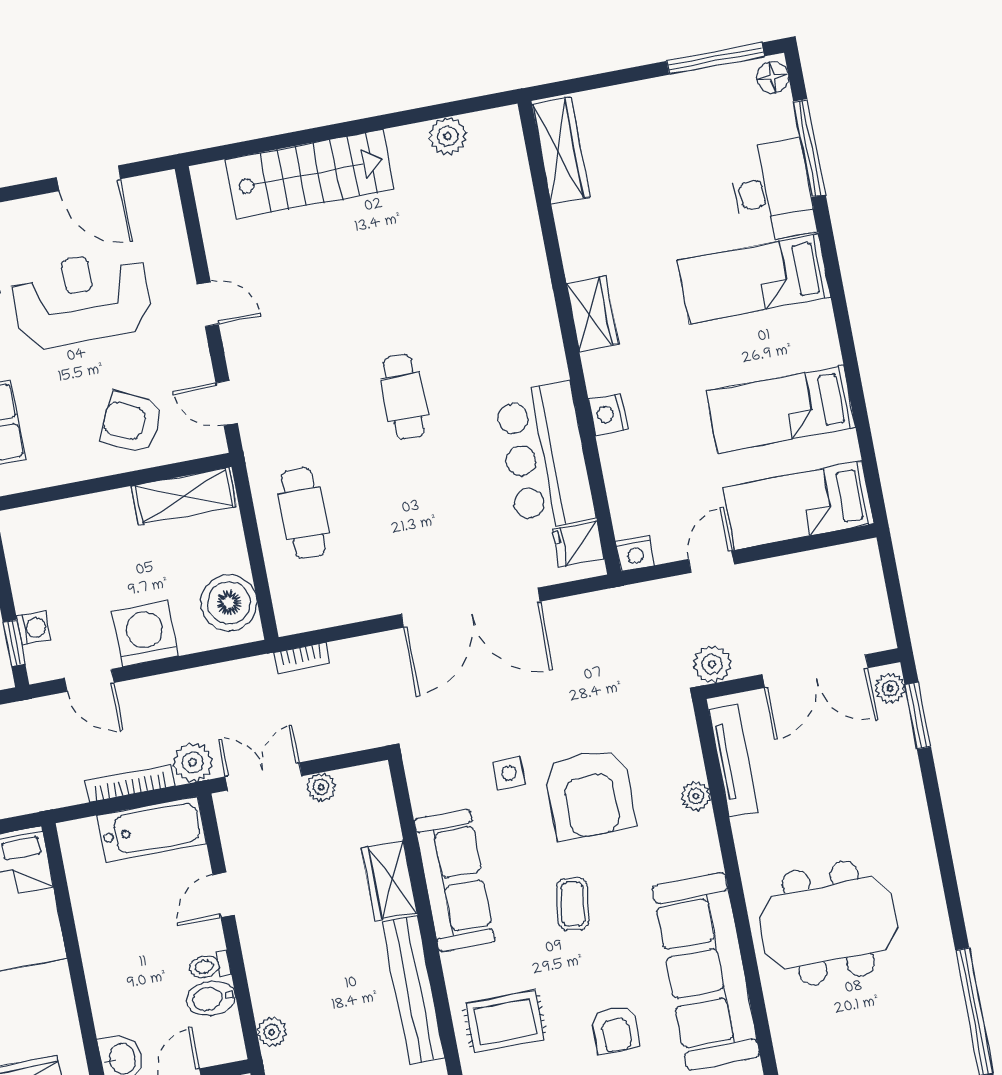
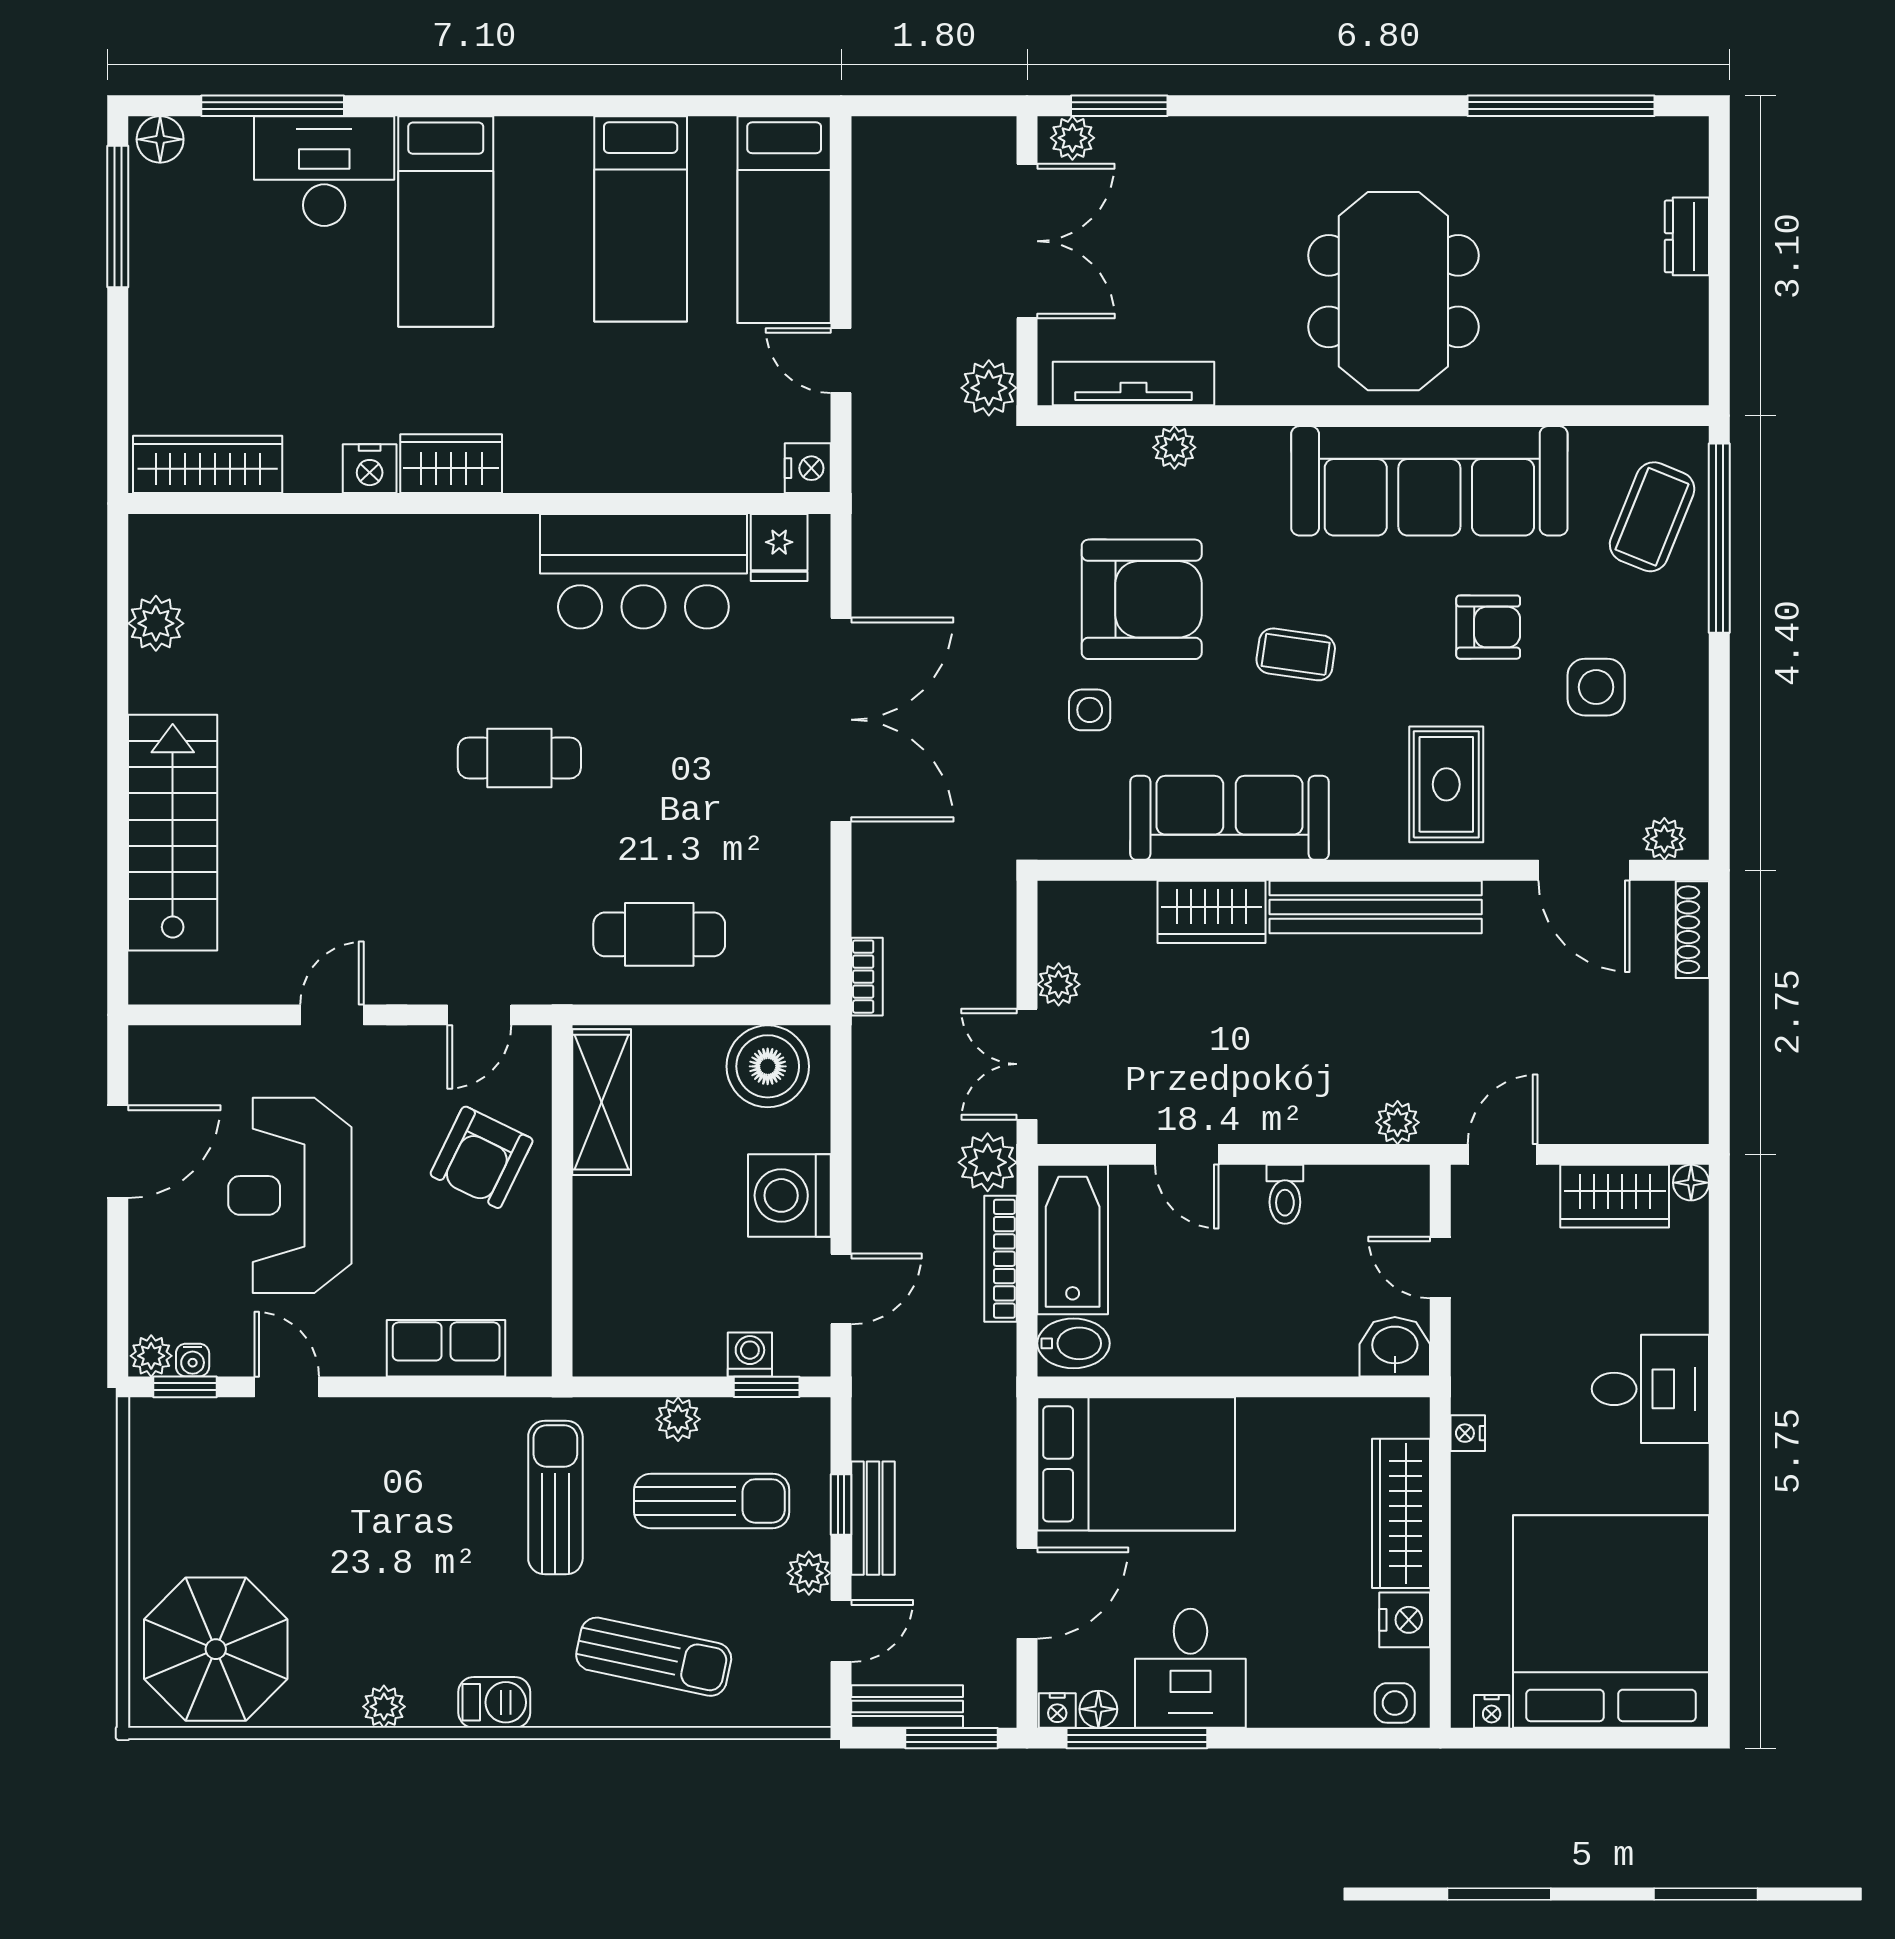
nightstand: (608, 414) -> (370, 469), moved
bidet: (211, 998) -> (1074, 1343), moved, turned -90

